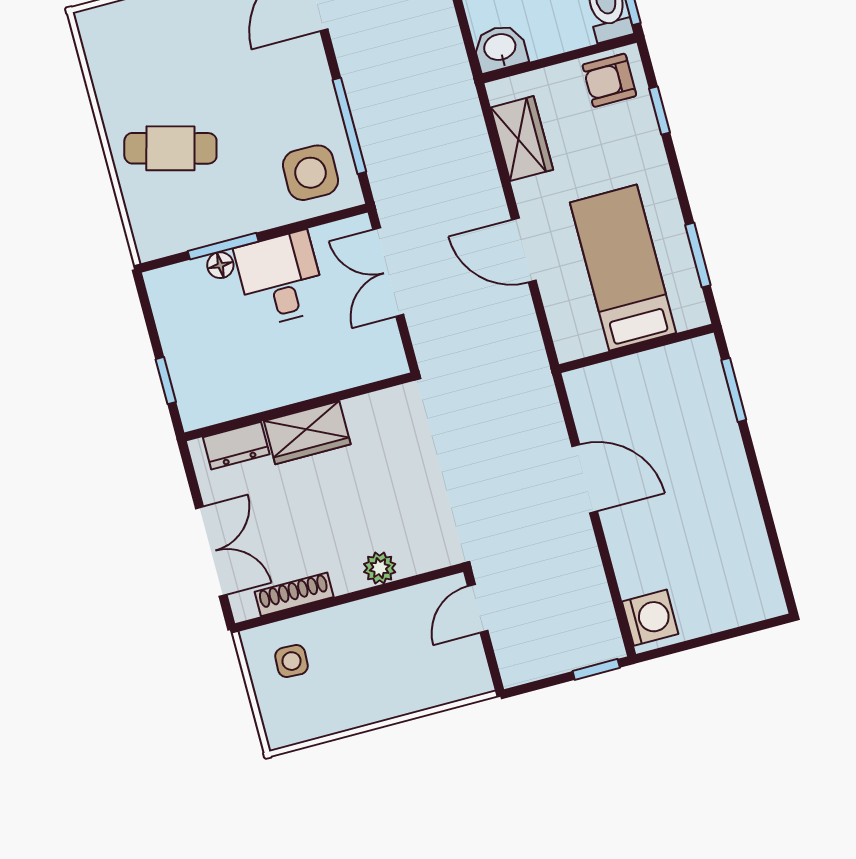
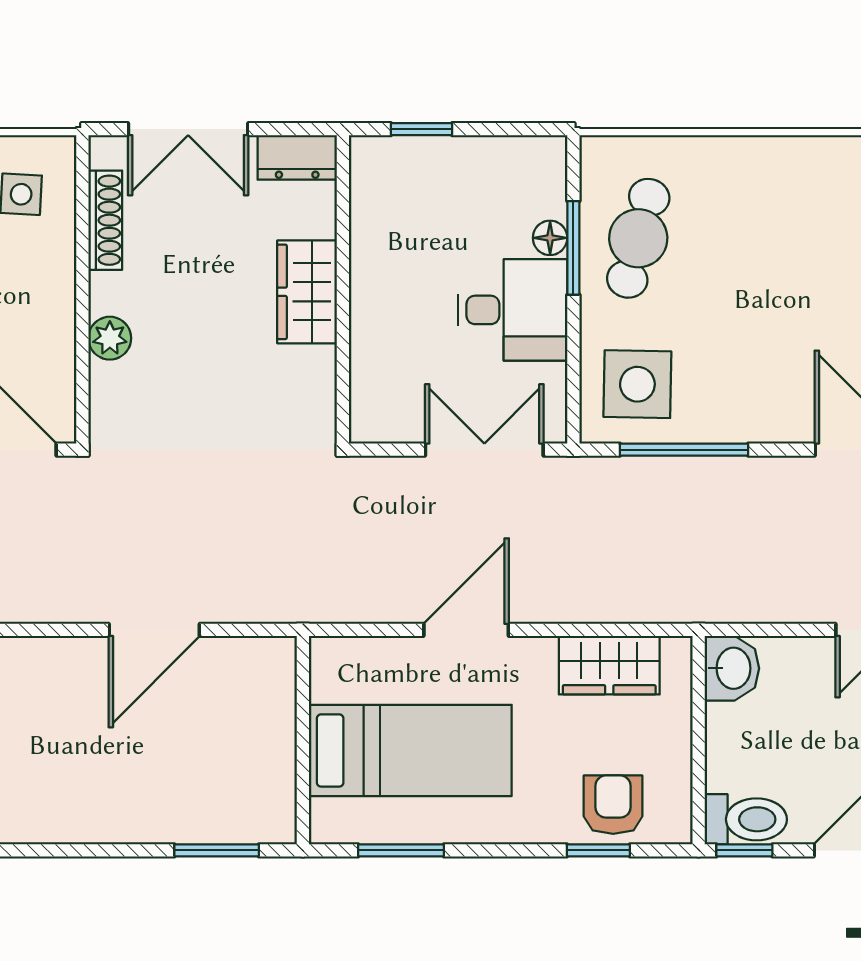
armchair: (609, 80) -> (613, 805), moved
cafe table: (170, 148) -> (638, 238), moved
dresser: (236, 446) -> (297, 157), moved, turned -90

